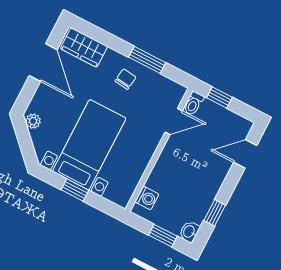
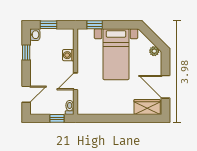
window: (147, 60) -> (108, 118), removed
chair: (125, 79) -> (115, 101), removed
door: (174, 122) -> (75, 81), moved
window: (75, 190) -> (95, 25), moved
washing machine: (147, 198) -> (68, 55), moved

